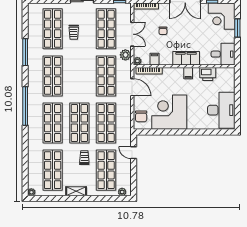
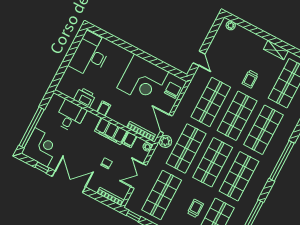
window: (237, 28) -> (32, 127), width x2.11
desk: (223, 54) -> (70, 116), moved, turned 90
plant: (125, 55) -> (165, 141), moved
filing cabinet: (186, 58) -> (111, 131), moved
shop shelf: (106, 170) -> (213, 162), moved

